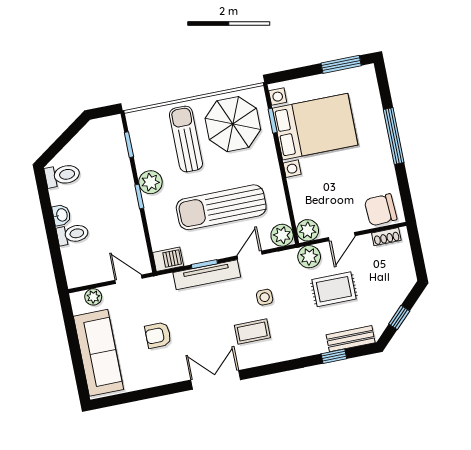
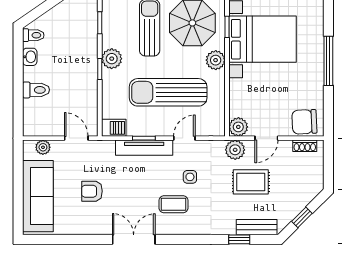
toilet: (62, 175) -> (33, 35), width x0.73, depth x0.72
washbasin: (61, 215) -> (30, 57), moved
plant: (282, 235) -> (216, 60), moved

